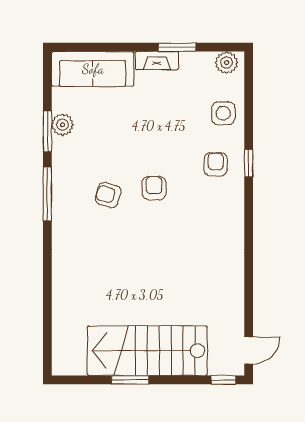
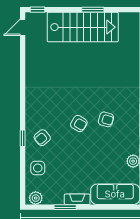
armchair: (216, 164) -> (42, 138), turned 50
armchair: (154, 188) -> (79, 124), turned -59

